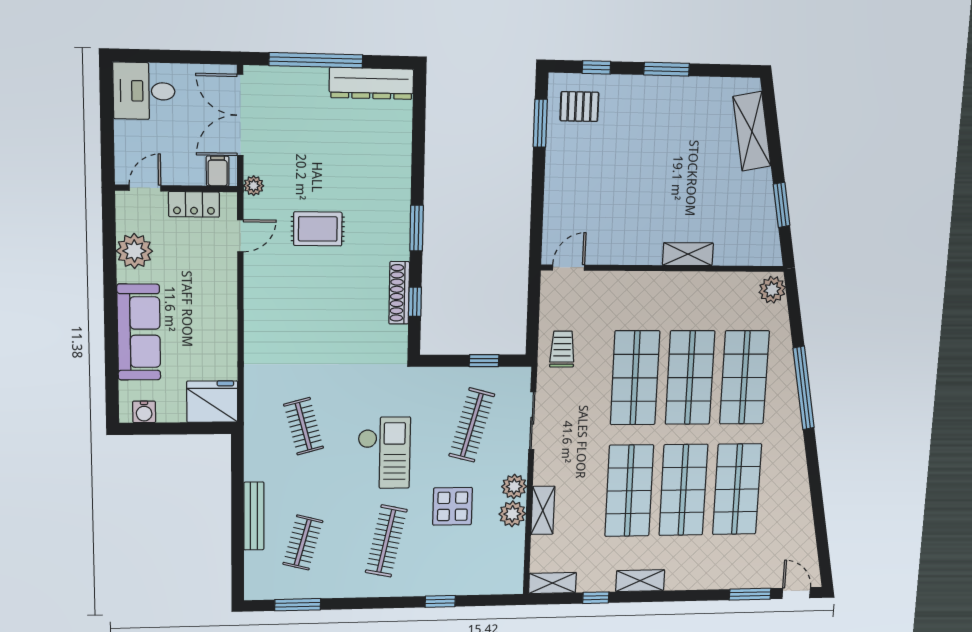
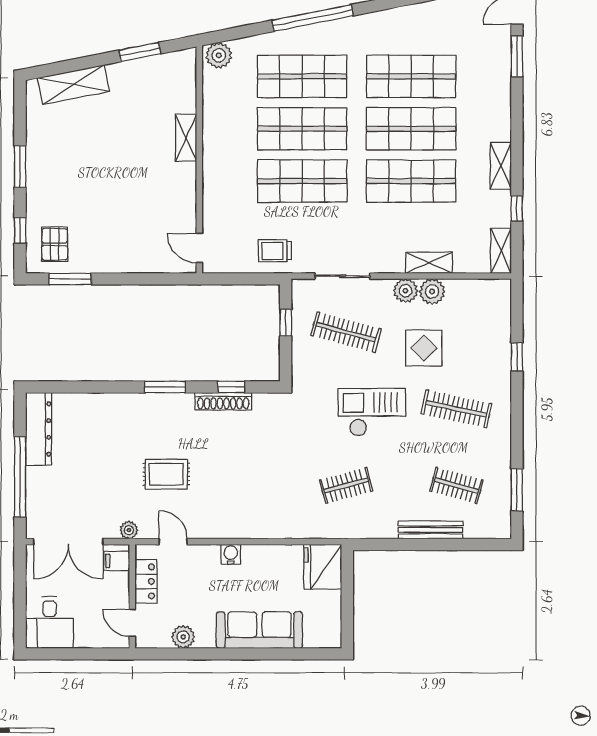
rug: (318, 229) -> (166, 474), turned 90
plant: (134, 251) -> (183, 637), width x0.73, depth x0.73
water cooler: (144, 412) -> (231, 554), moved, turned -90

